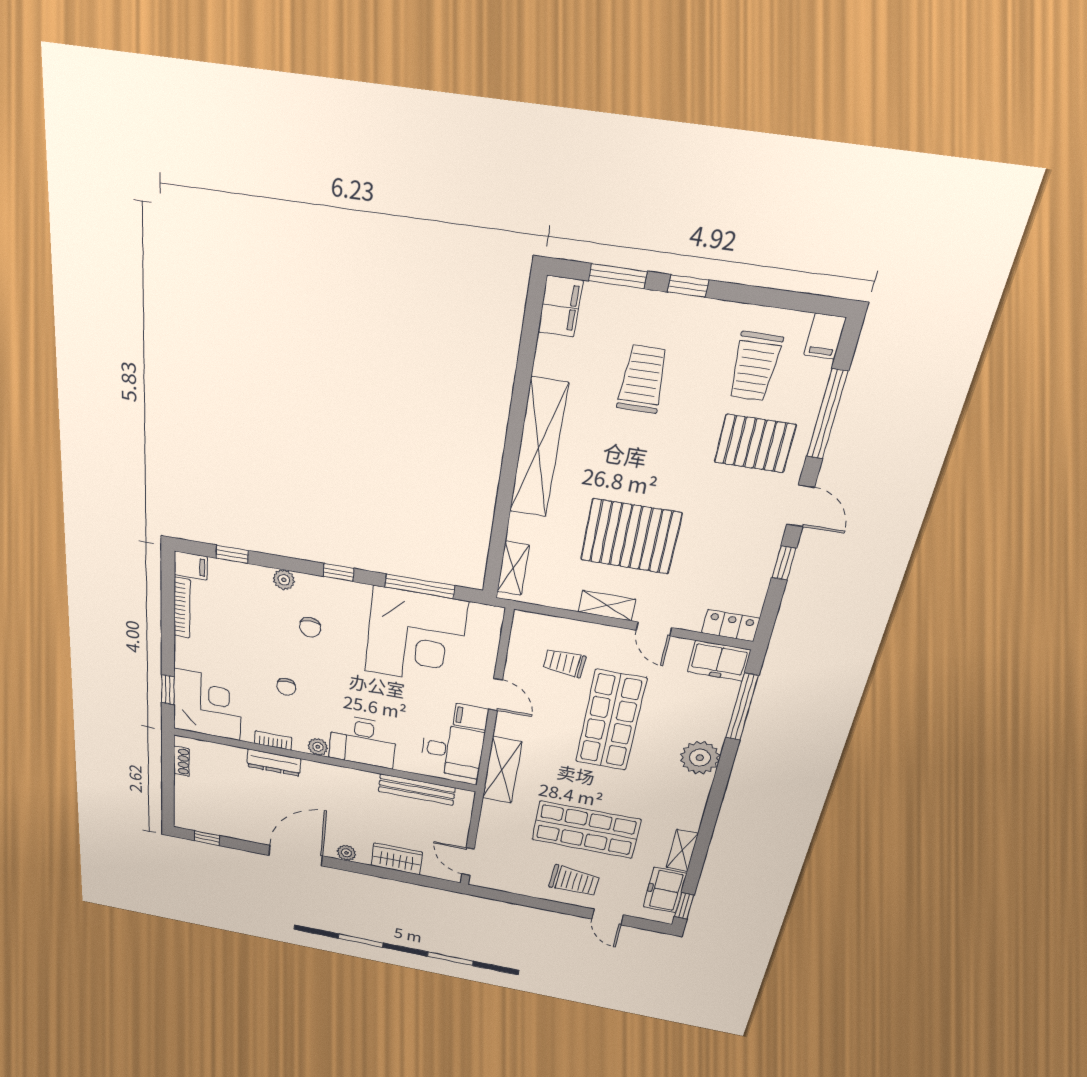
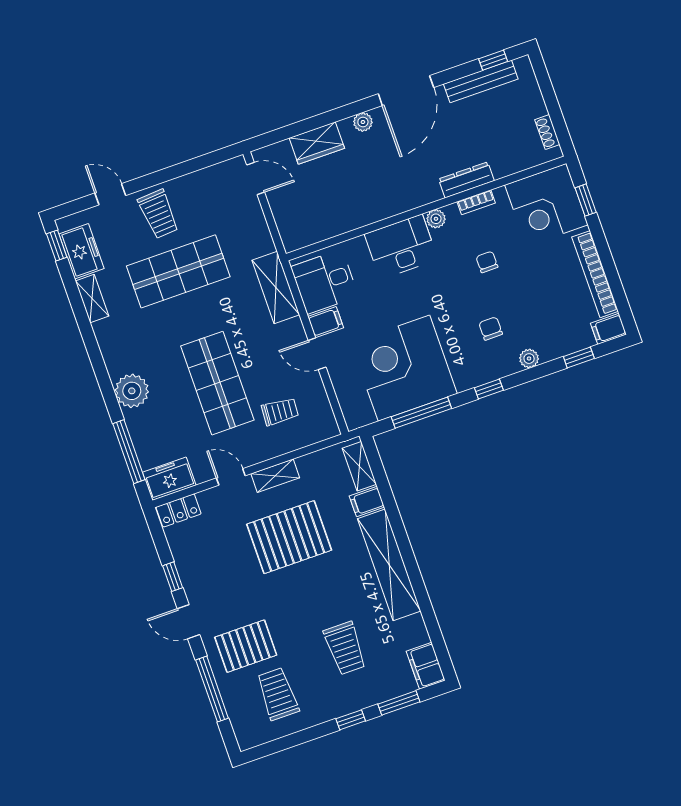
filing cabinet: (825, 336) -> (367, 502), moved, turned -90
bookcase: (182, 608) -> (595, 274), width x1.48, depth x1.31
bench: (417, 790) -> (481, 81), moved
trolley: (574, 881) -> (158, 214), turned -98

